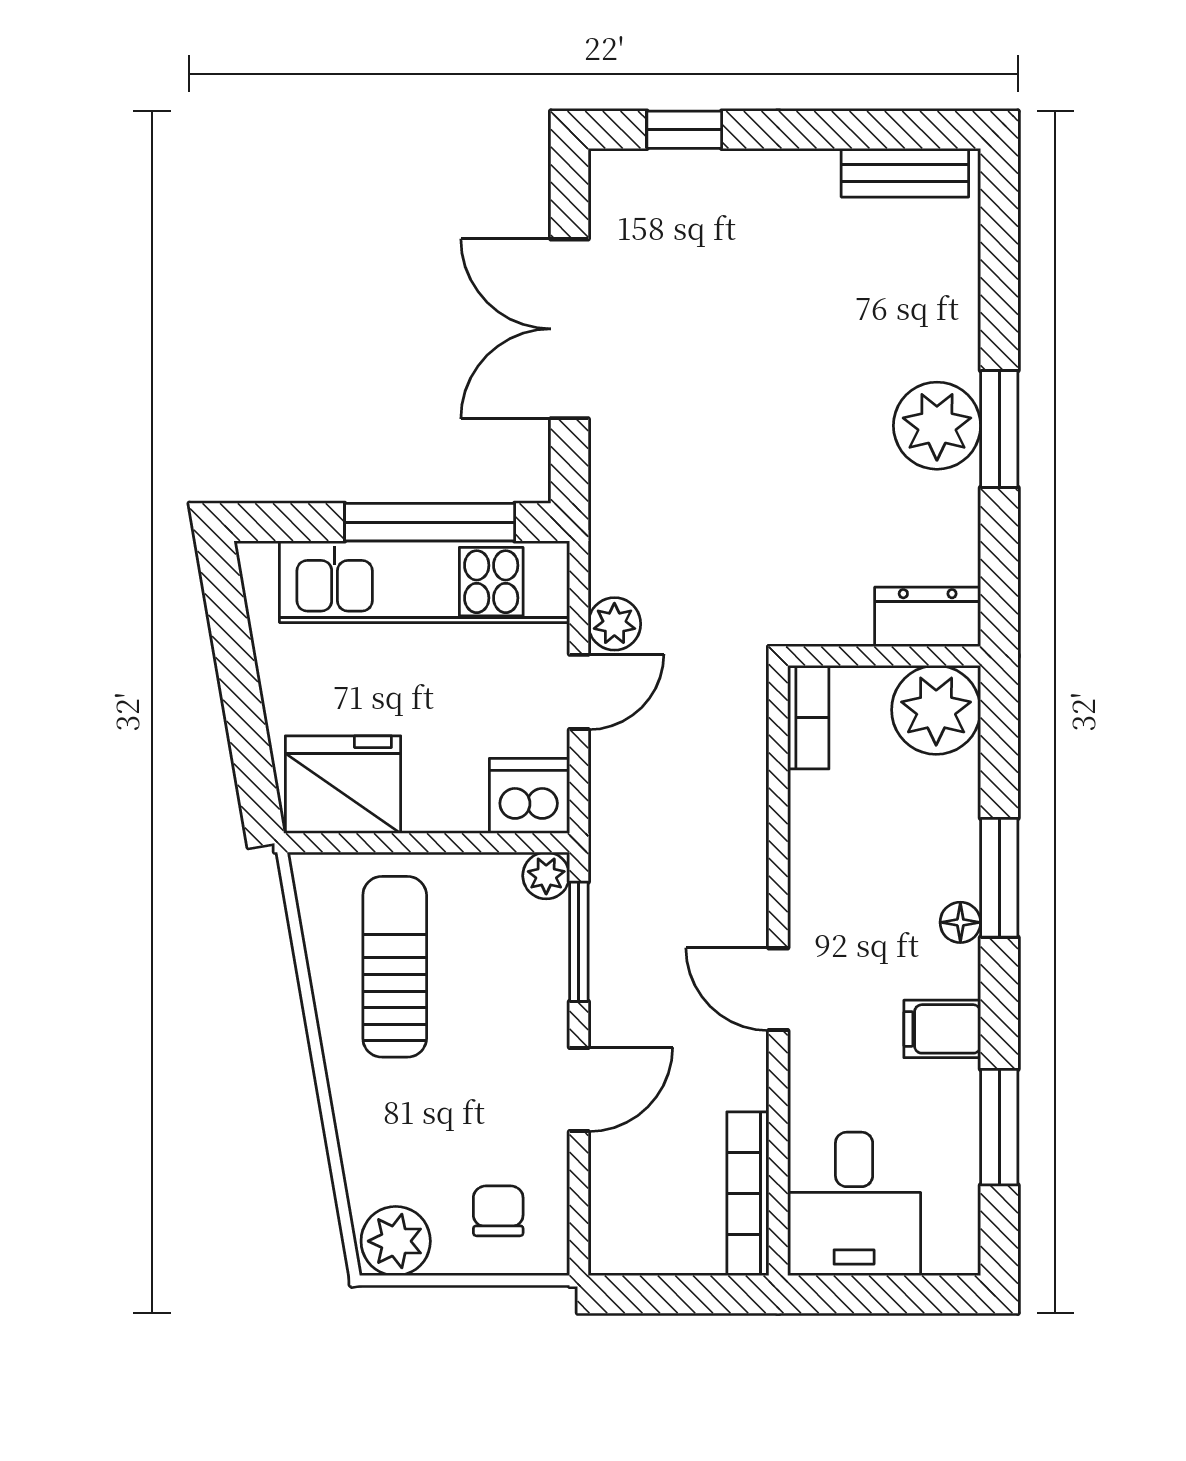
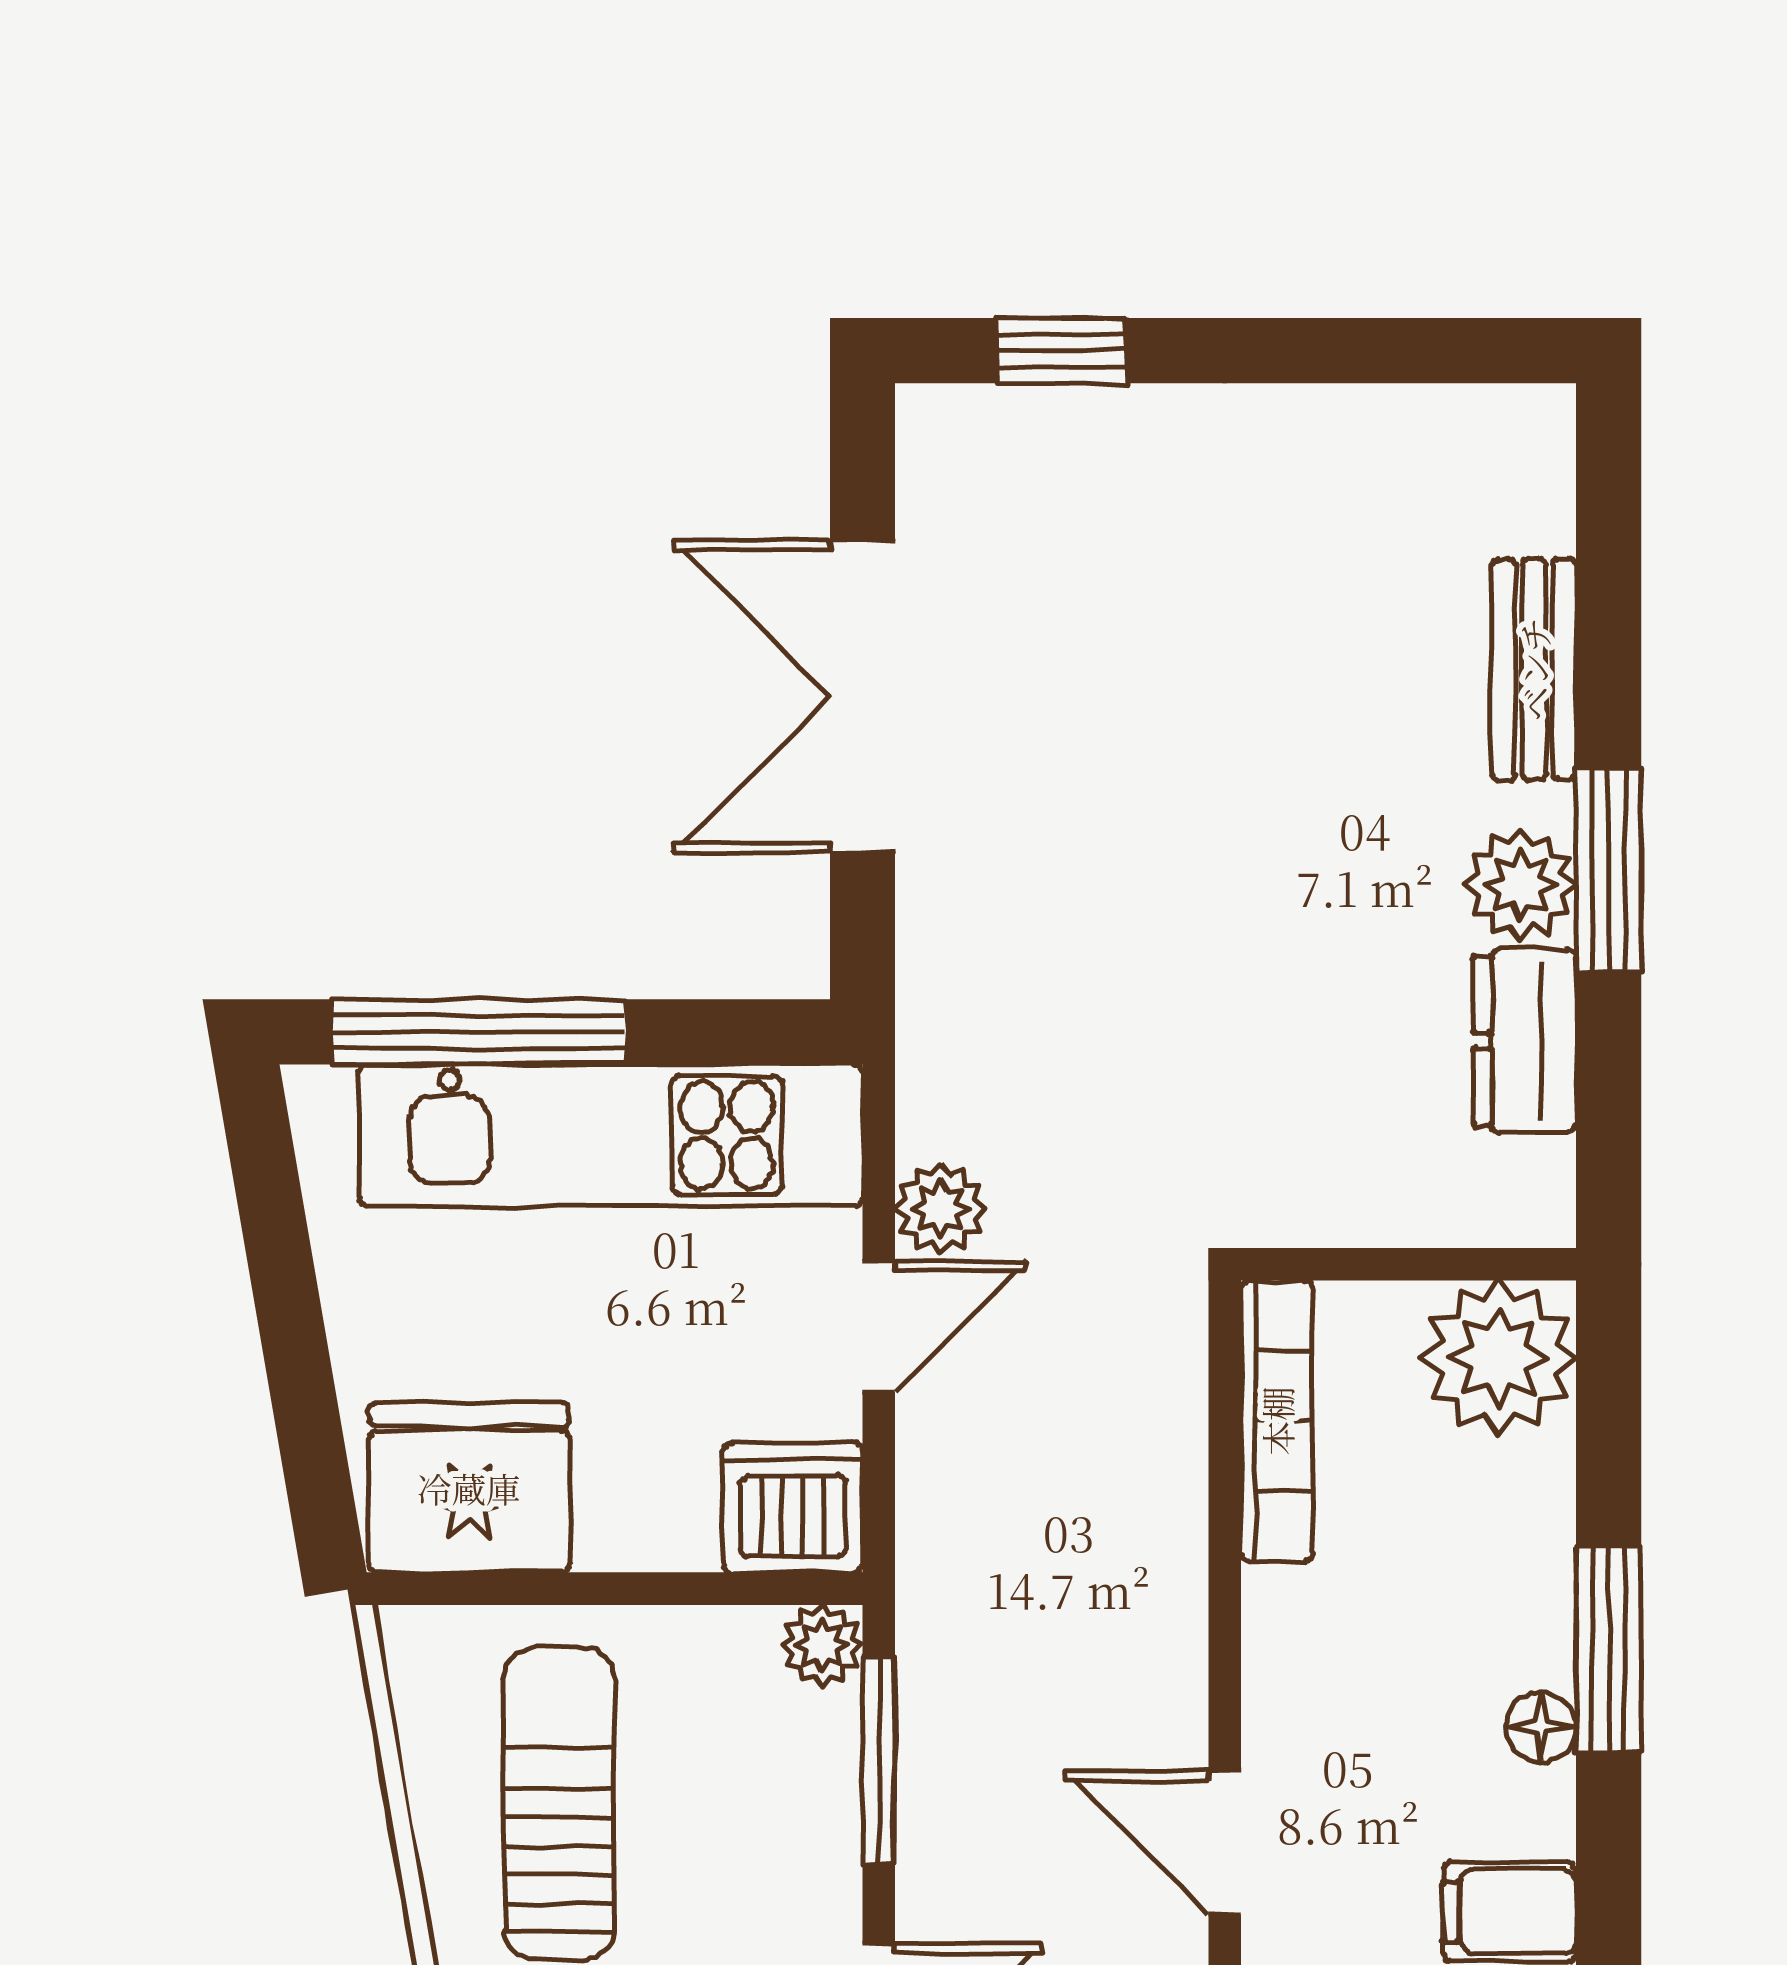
bench: (905, 173) -> (1534, 669), moved, turned 90
plant: (937, 426) -> (1521, 885), width x0.73, depth x0.73
window: (430, 522) -> (479, 1032), moved
dresser: (928, 617) -> (1524, 1041), moved, turned -90
bookcase: (808, 717) -> (1277, 1421), width x1.56

